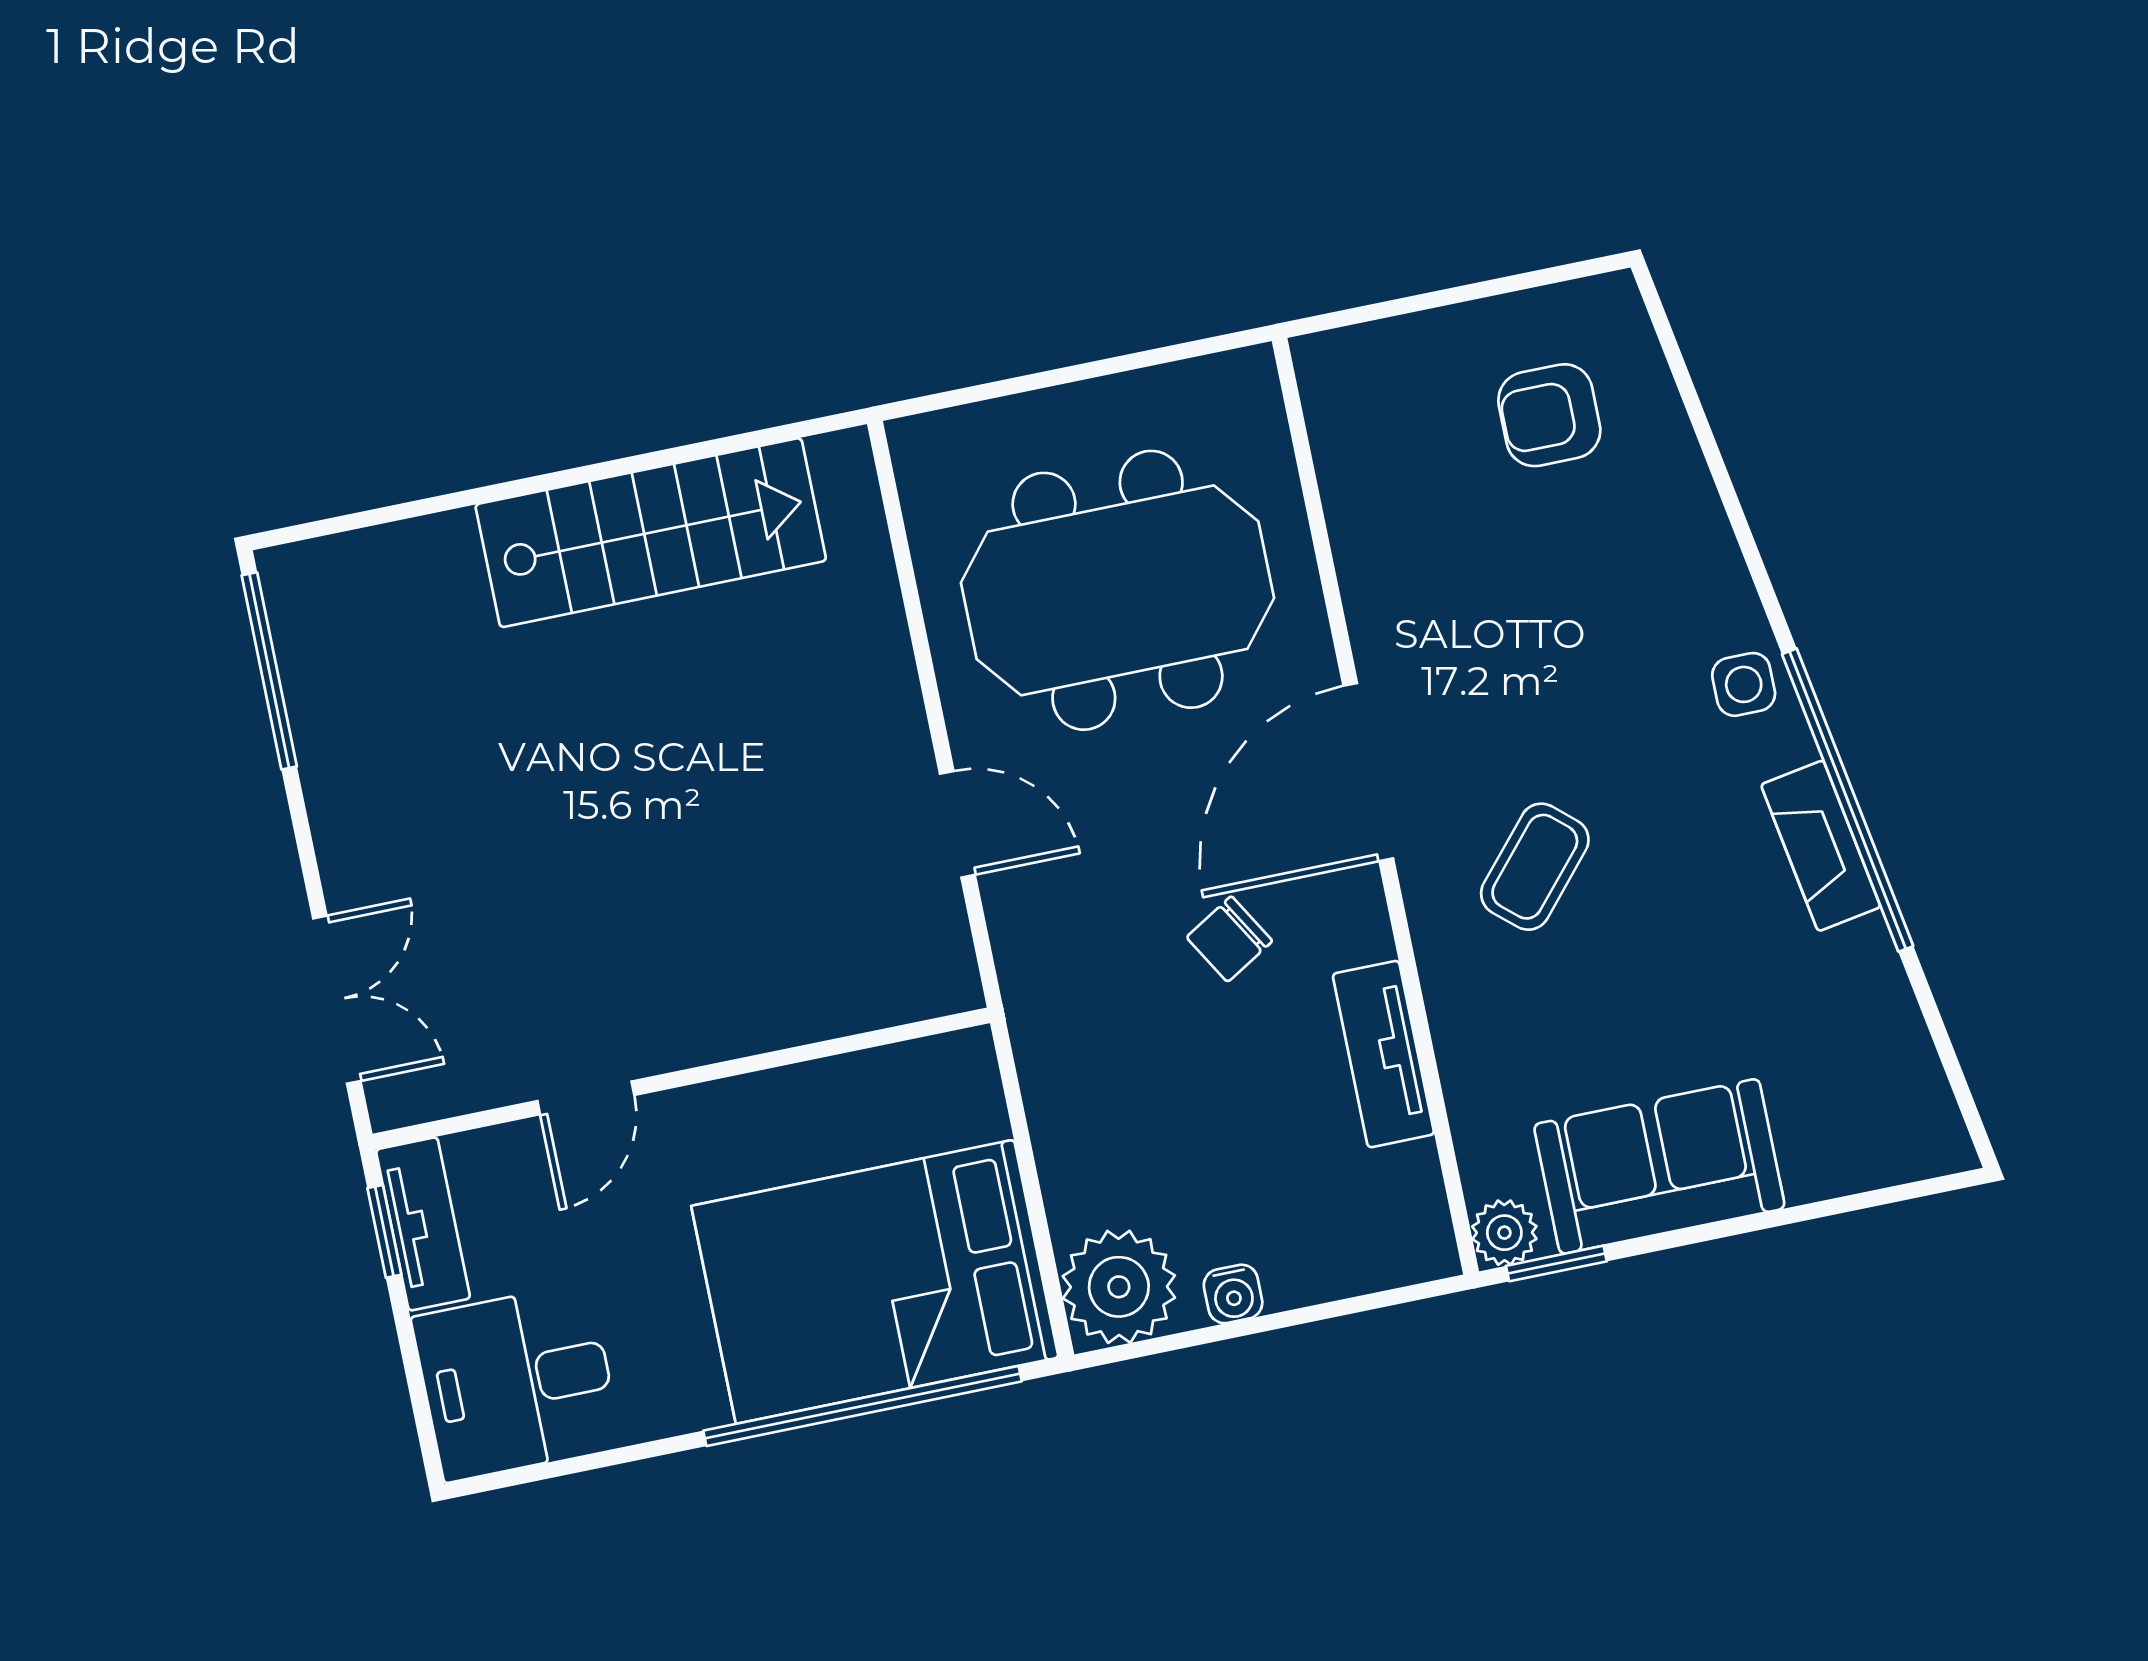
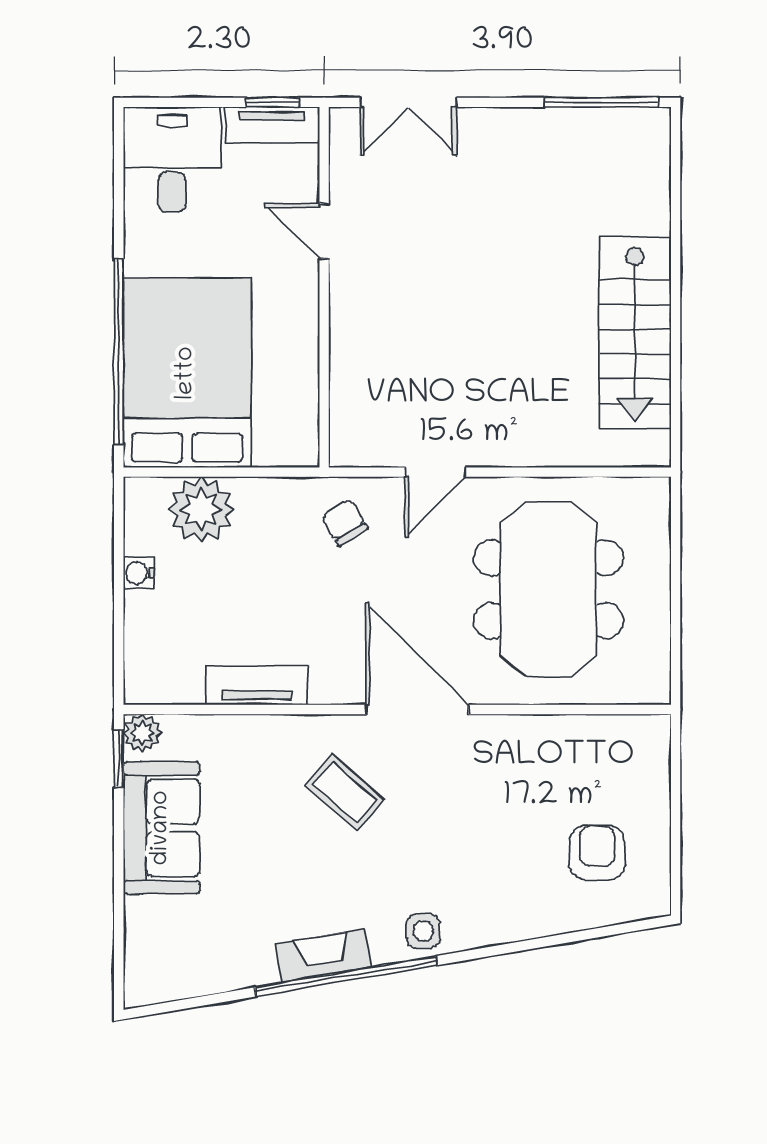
chair: (1229, 939) -> (345, 523), moved
plant: (1119, 1287) -> (201, 510), moved

